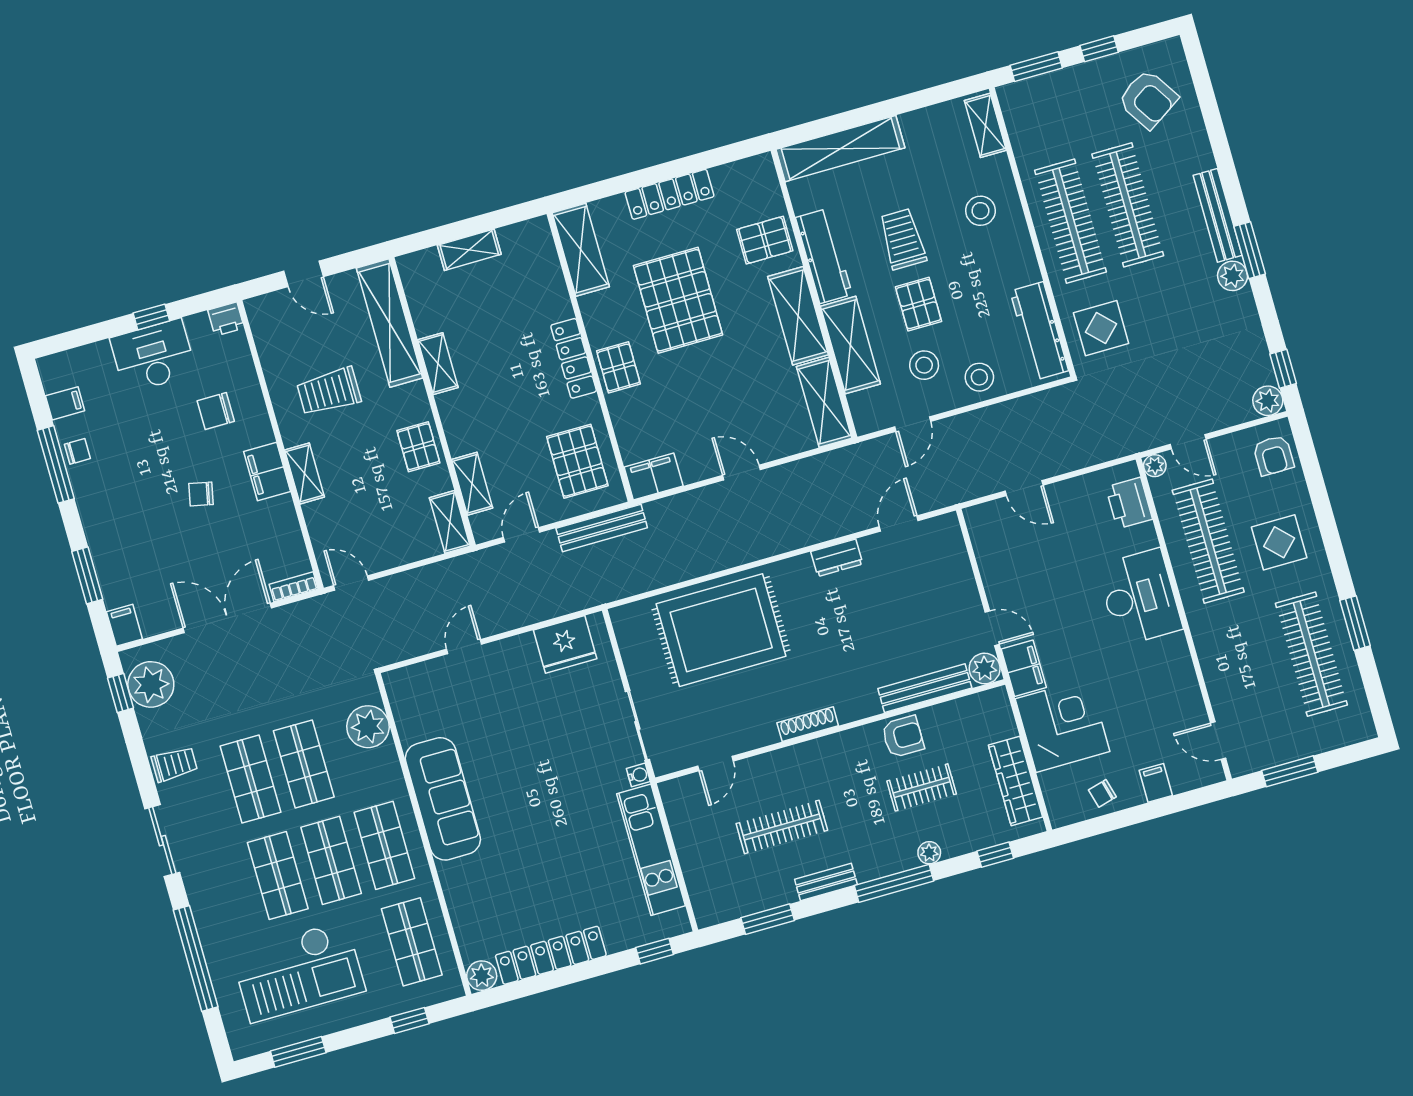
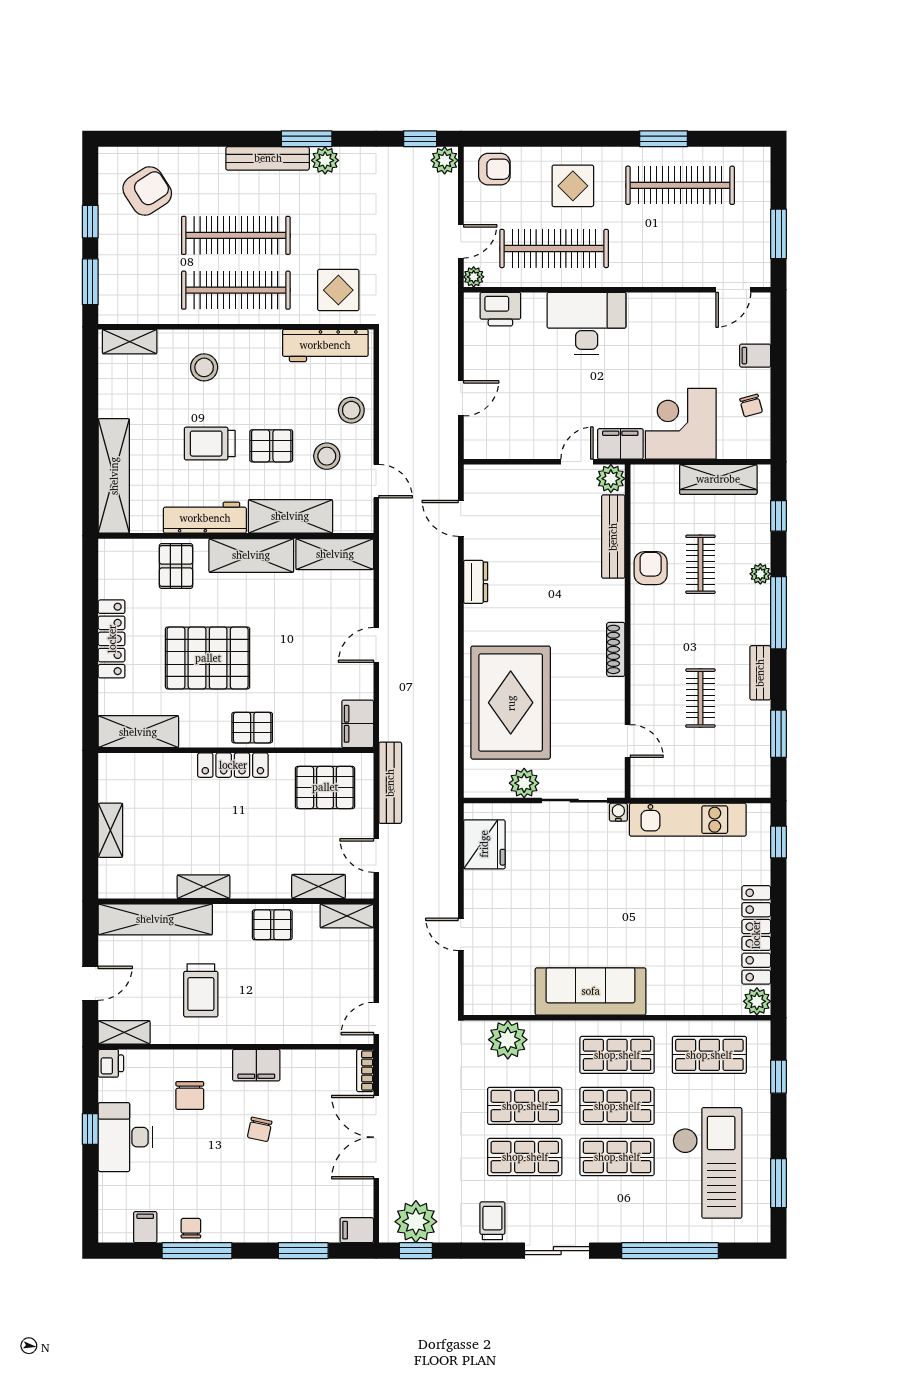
shelving: (305, 473) -> (124, 1032), moved
plant: (641, 668) -> (524, 783), added
clothes rail: (782, 827) -> (700, 698), width x0.73

